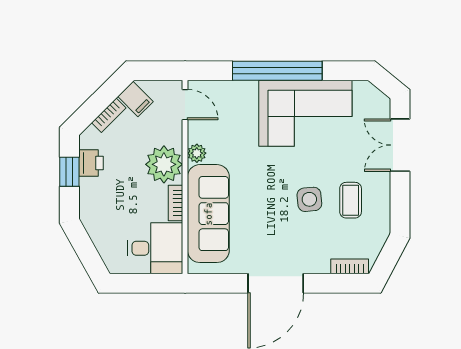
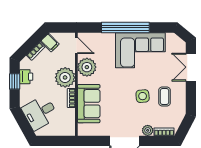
plant: (197, 153) -> (87, 67), width x1.88, depth x1.88
sofa: (208, 214) -> (89, 104), width x0.73
desk: (155, 248) -> (40, 113), moved, turned 151
plant: (319, 264) -> (148, 130), added

